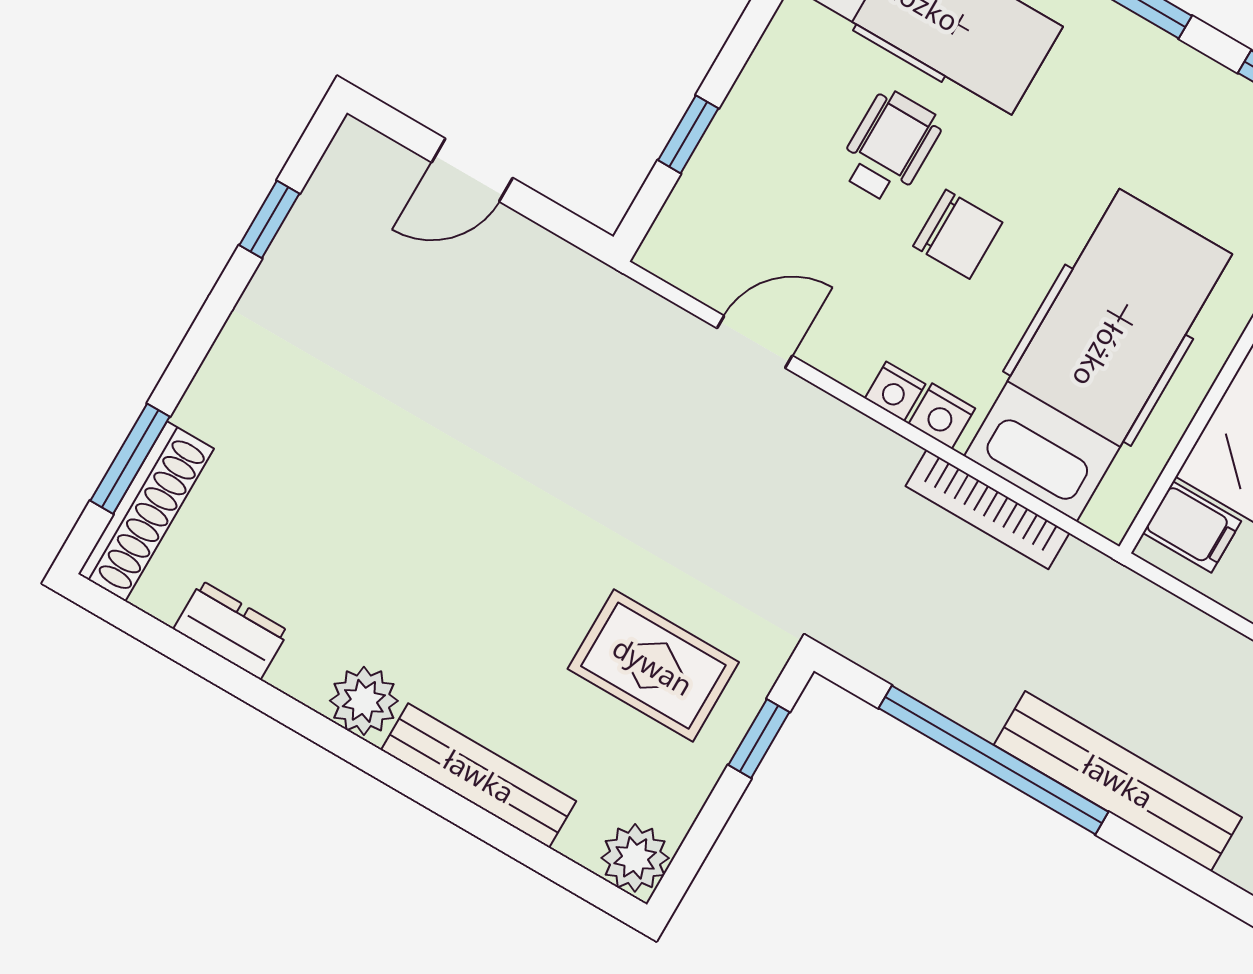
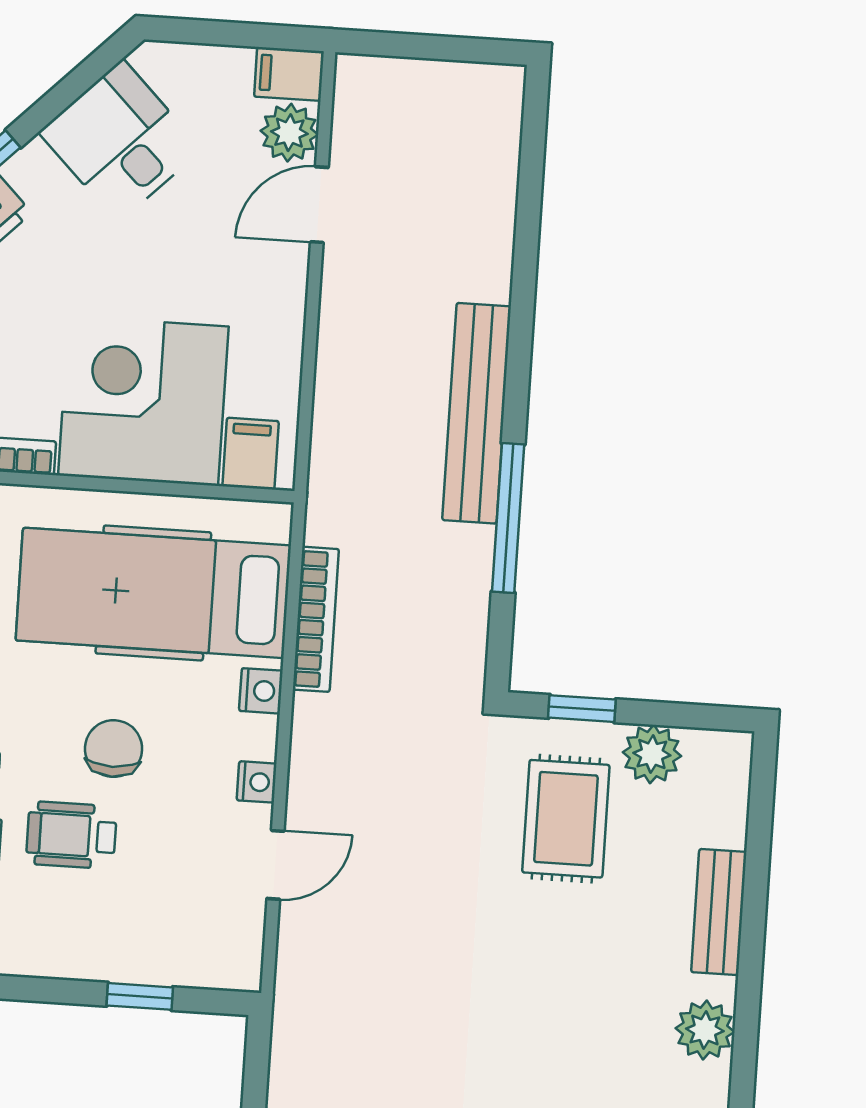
door: (755, 342) -> (275, 865), swing flipped
nightstand: (895, 391) -> (257, 782), moved
window: (994, 760) -> (508, 518), width x0.68
bench: (479, 776) -> (719, 912), width x0.73
plant: (635, 858) -> (652, 754), moved

